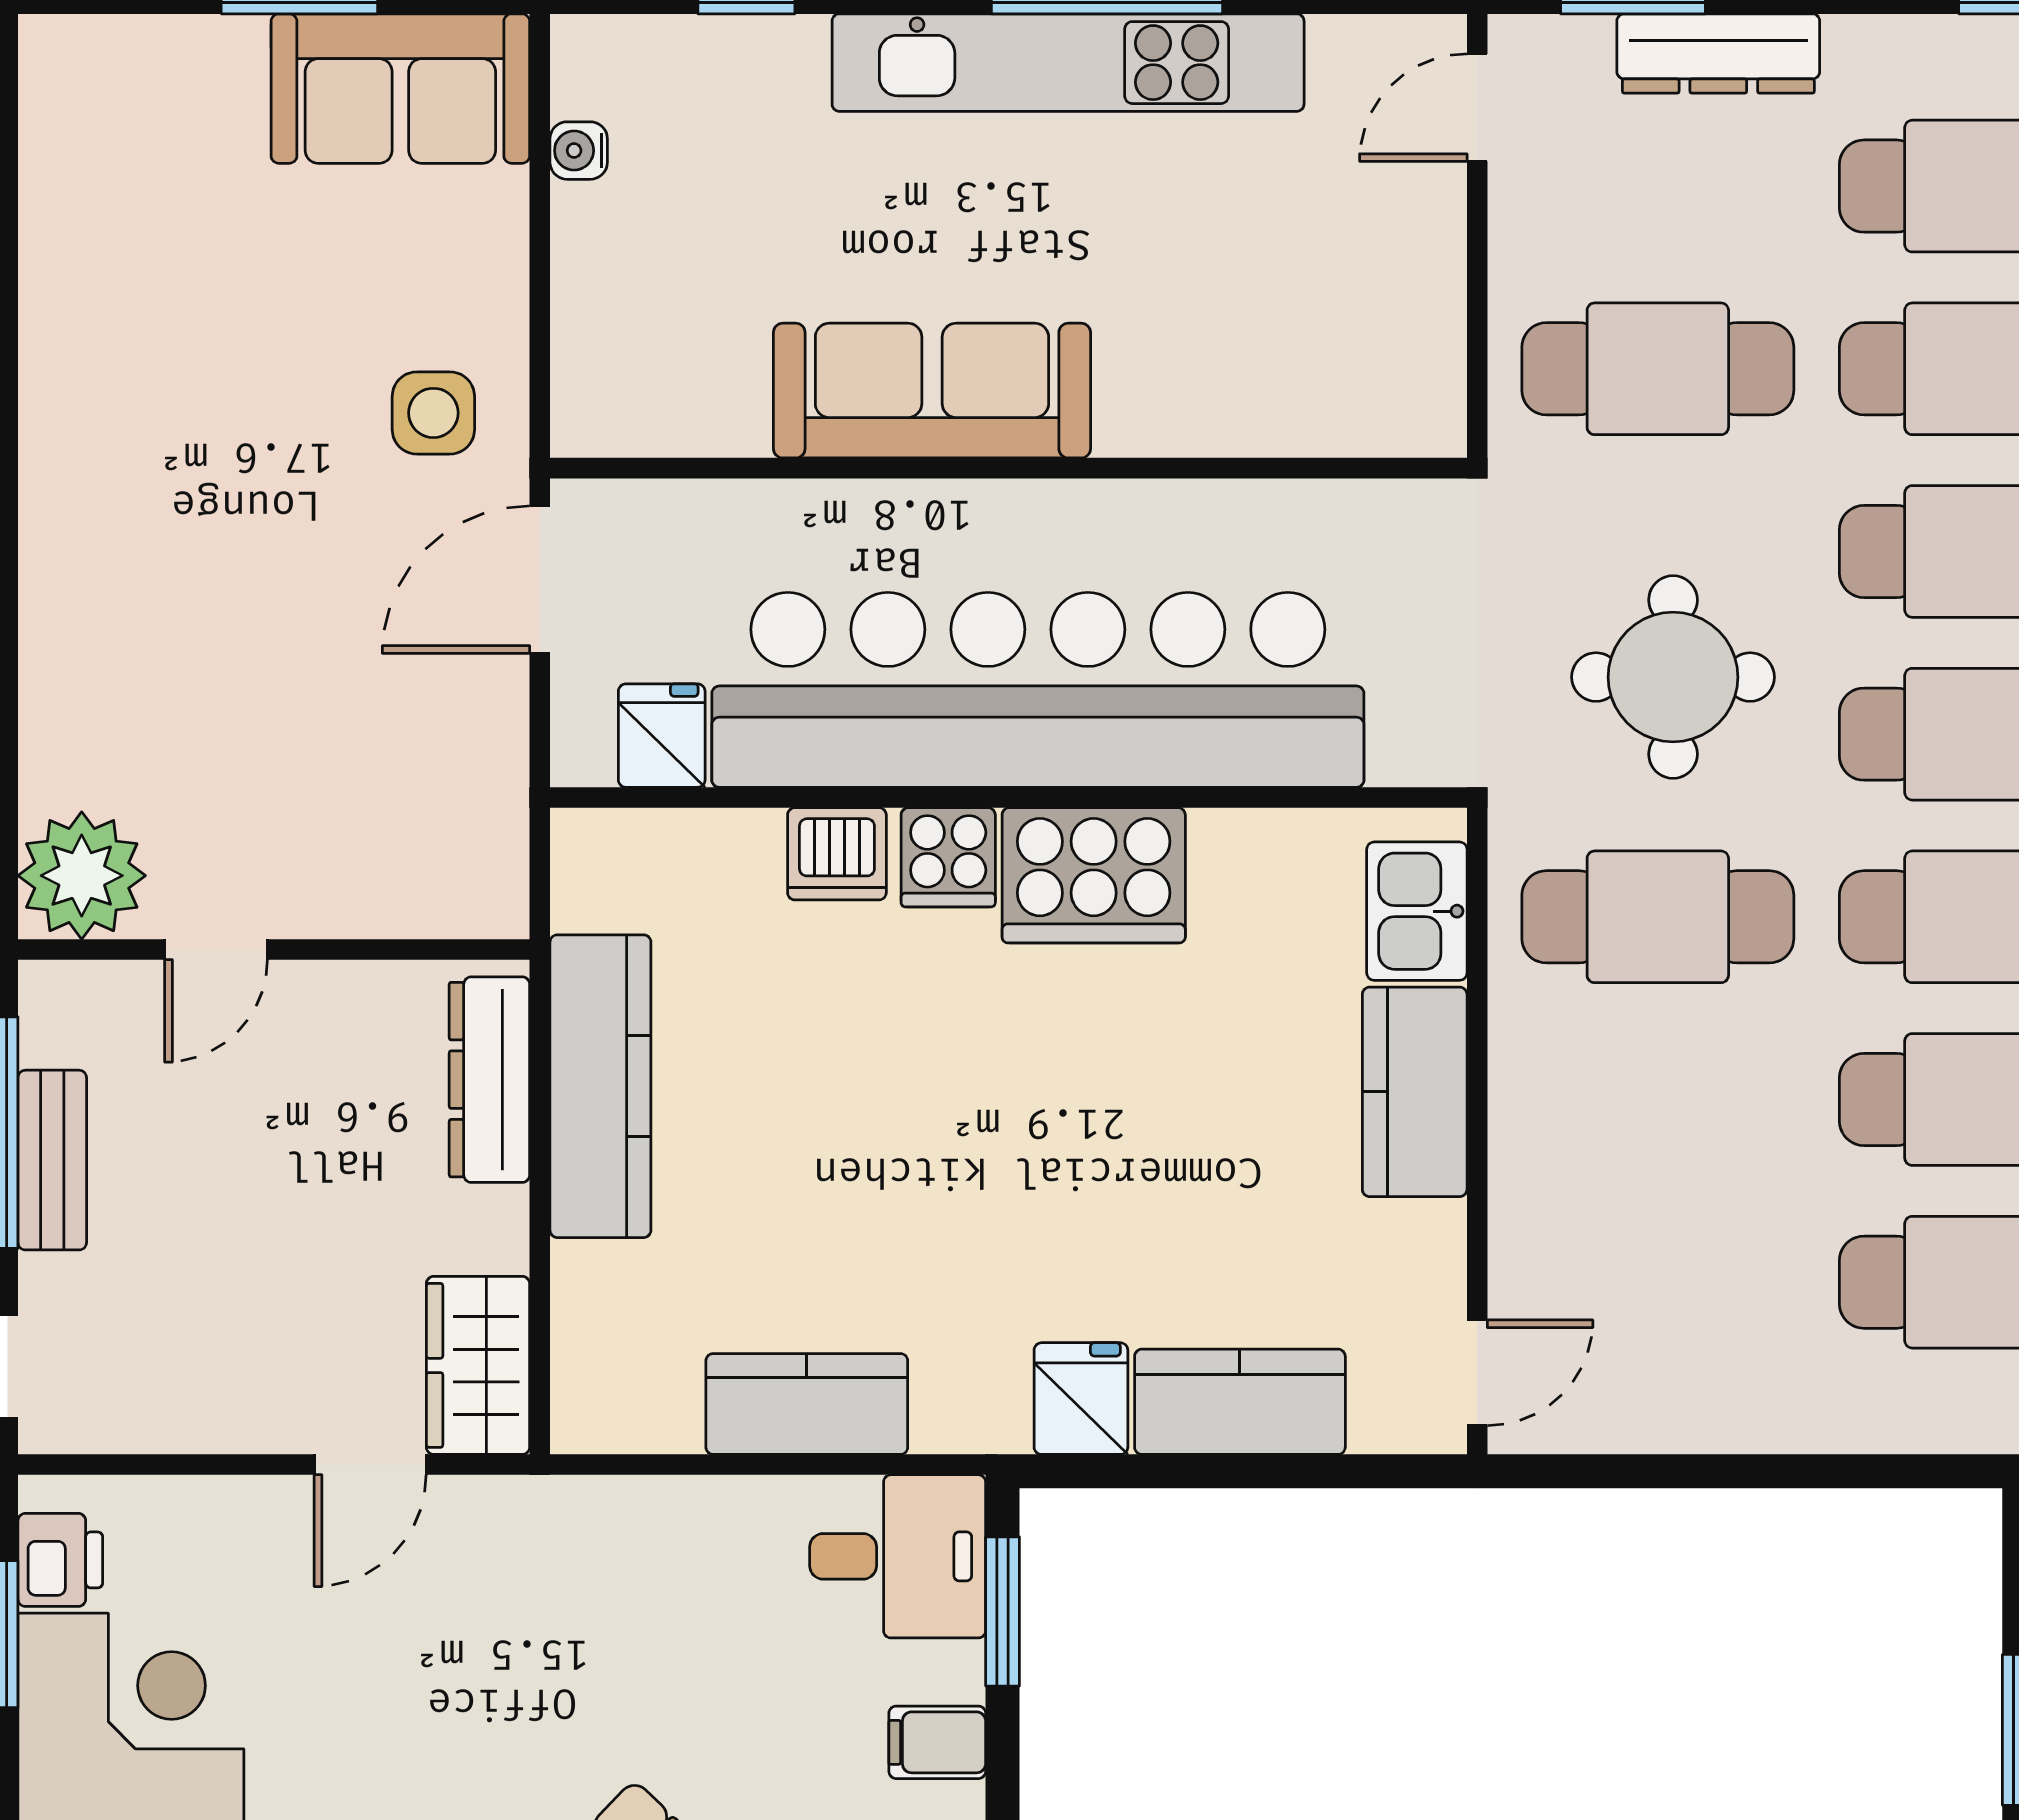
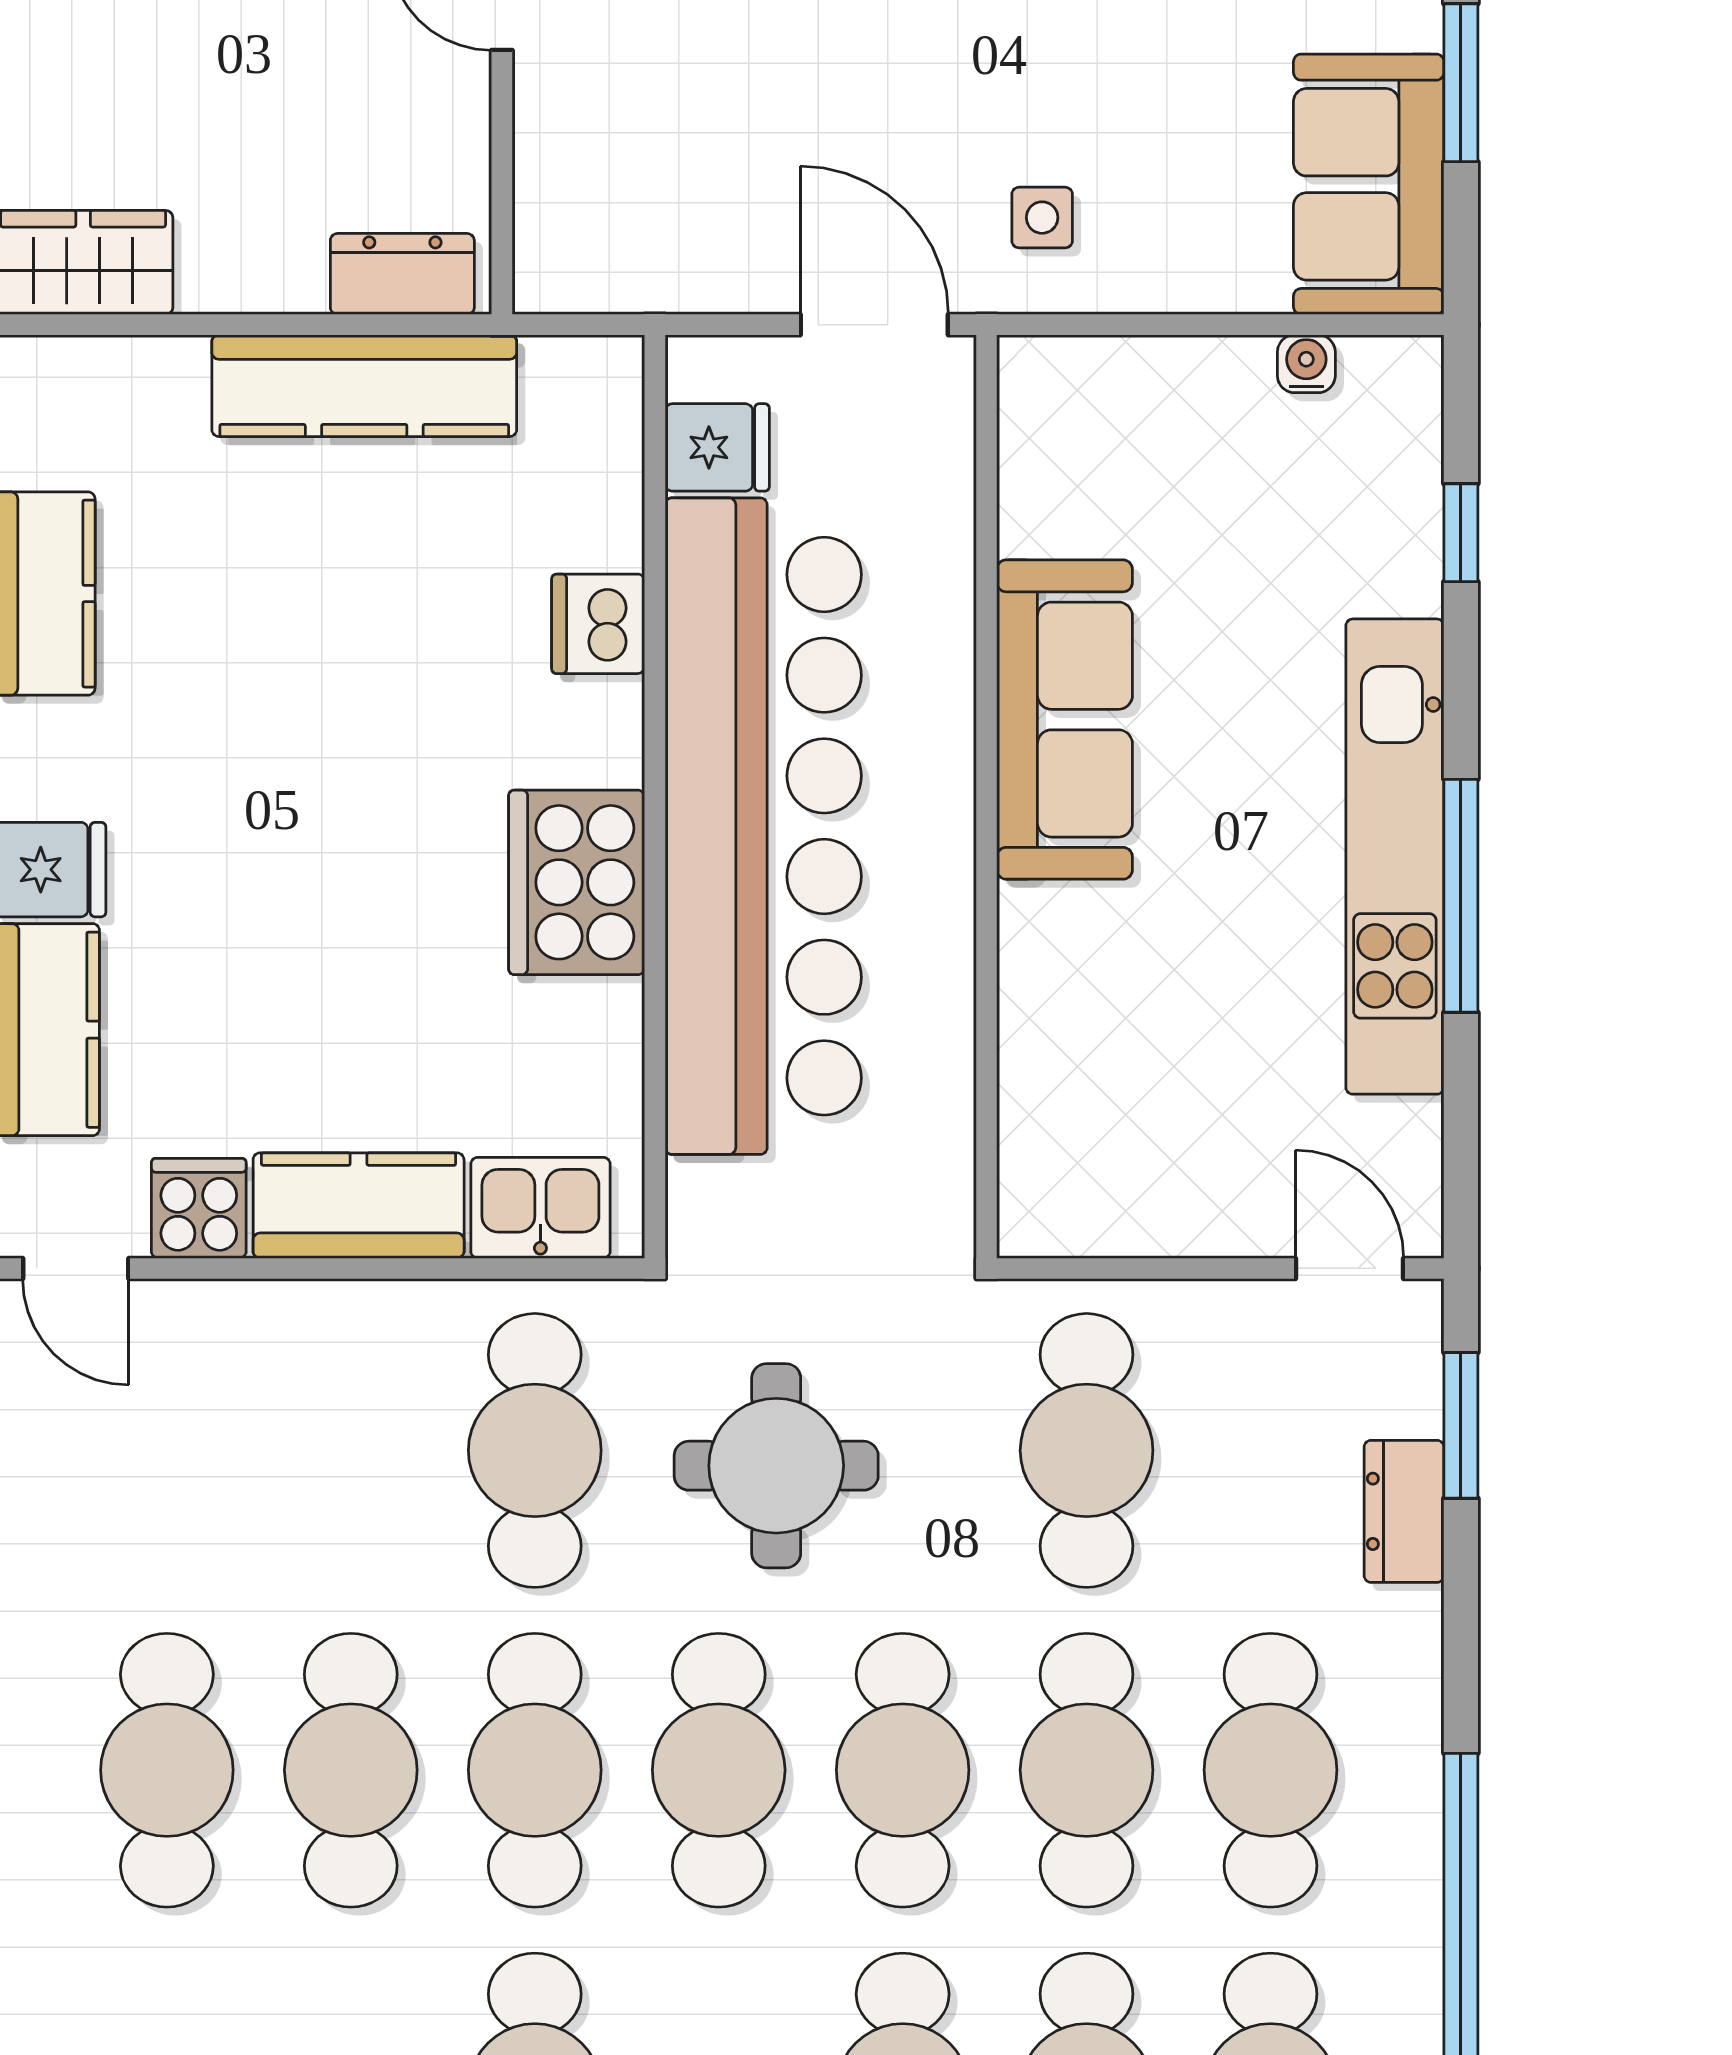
dresser: (1718, 54) -> (1404, 1511), width x0.70
side table: (433, 413) -> (1042, 218), width x0.73, depth x0.73
cooker: (948, 857) -> (199, 1208), moved, turned 90
dresser: (489, 1080) -> (402, 274), width x0.70

